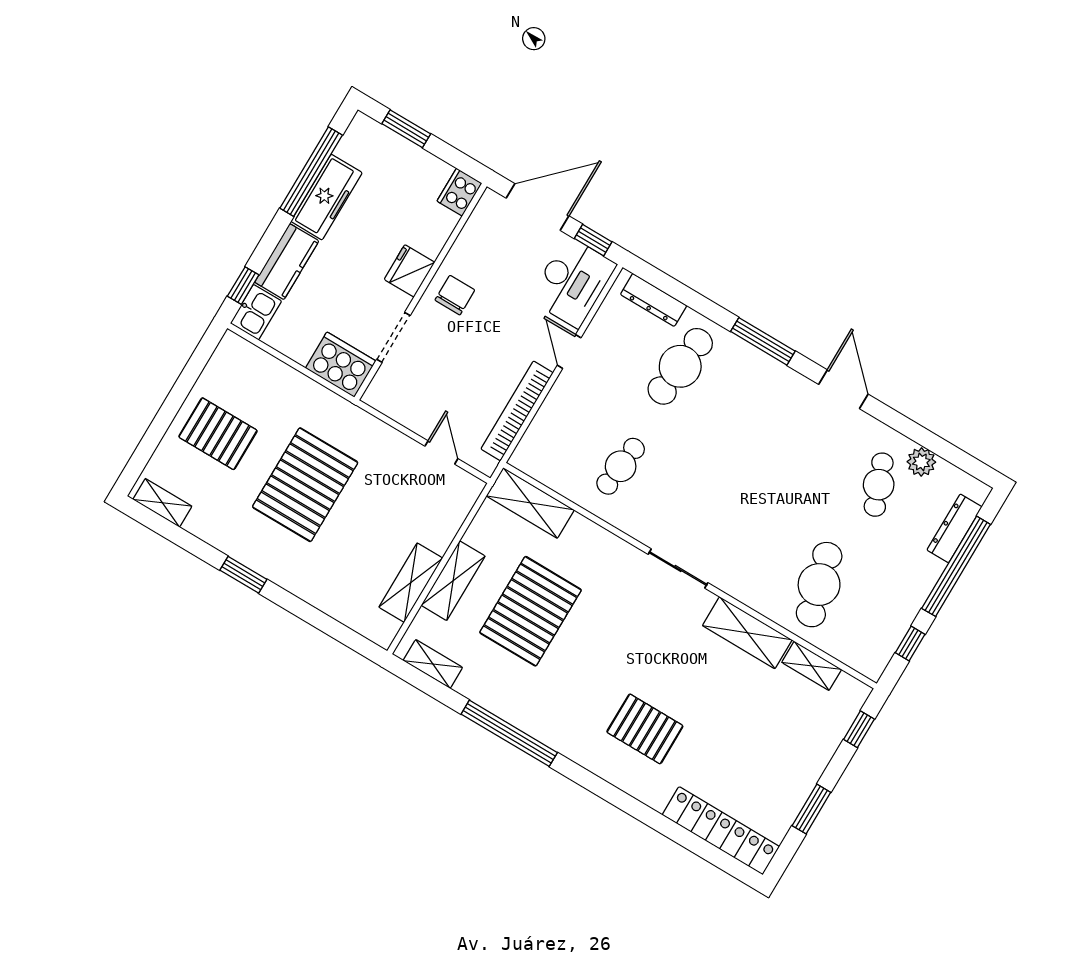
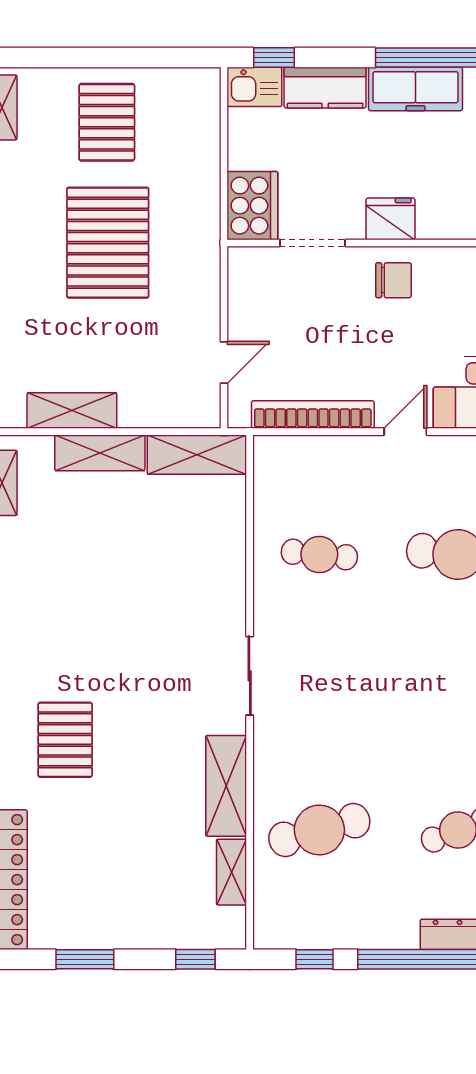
pallet: (305, 485) -> (108, 243), turned 90
shelving: (530, 503) -> (197, 455), moved, turned 90
pallet: (530, 611) -> (116, 551), removed

